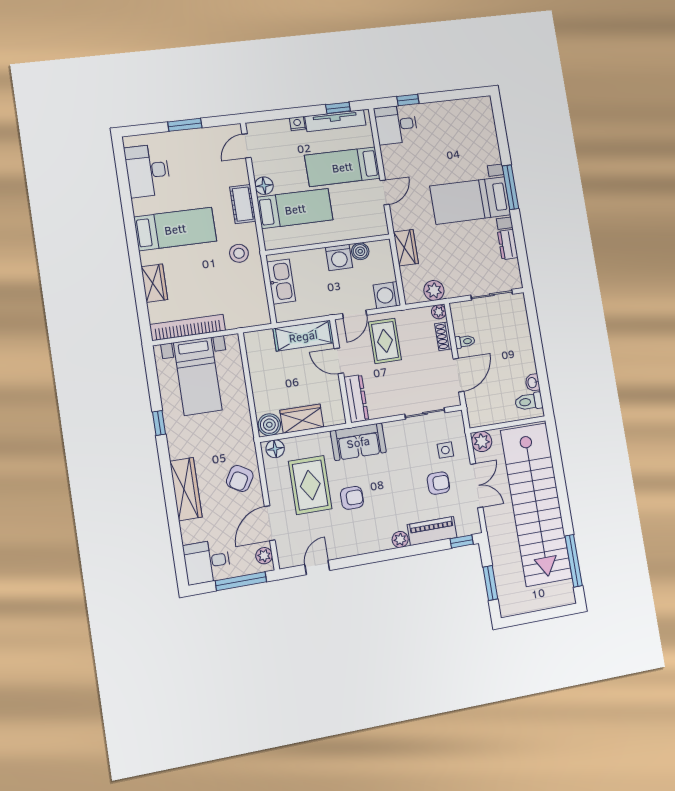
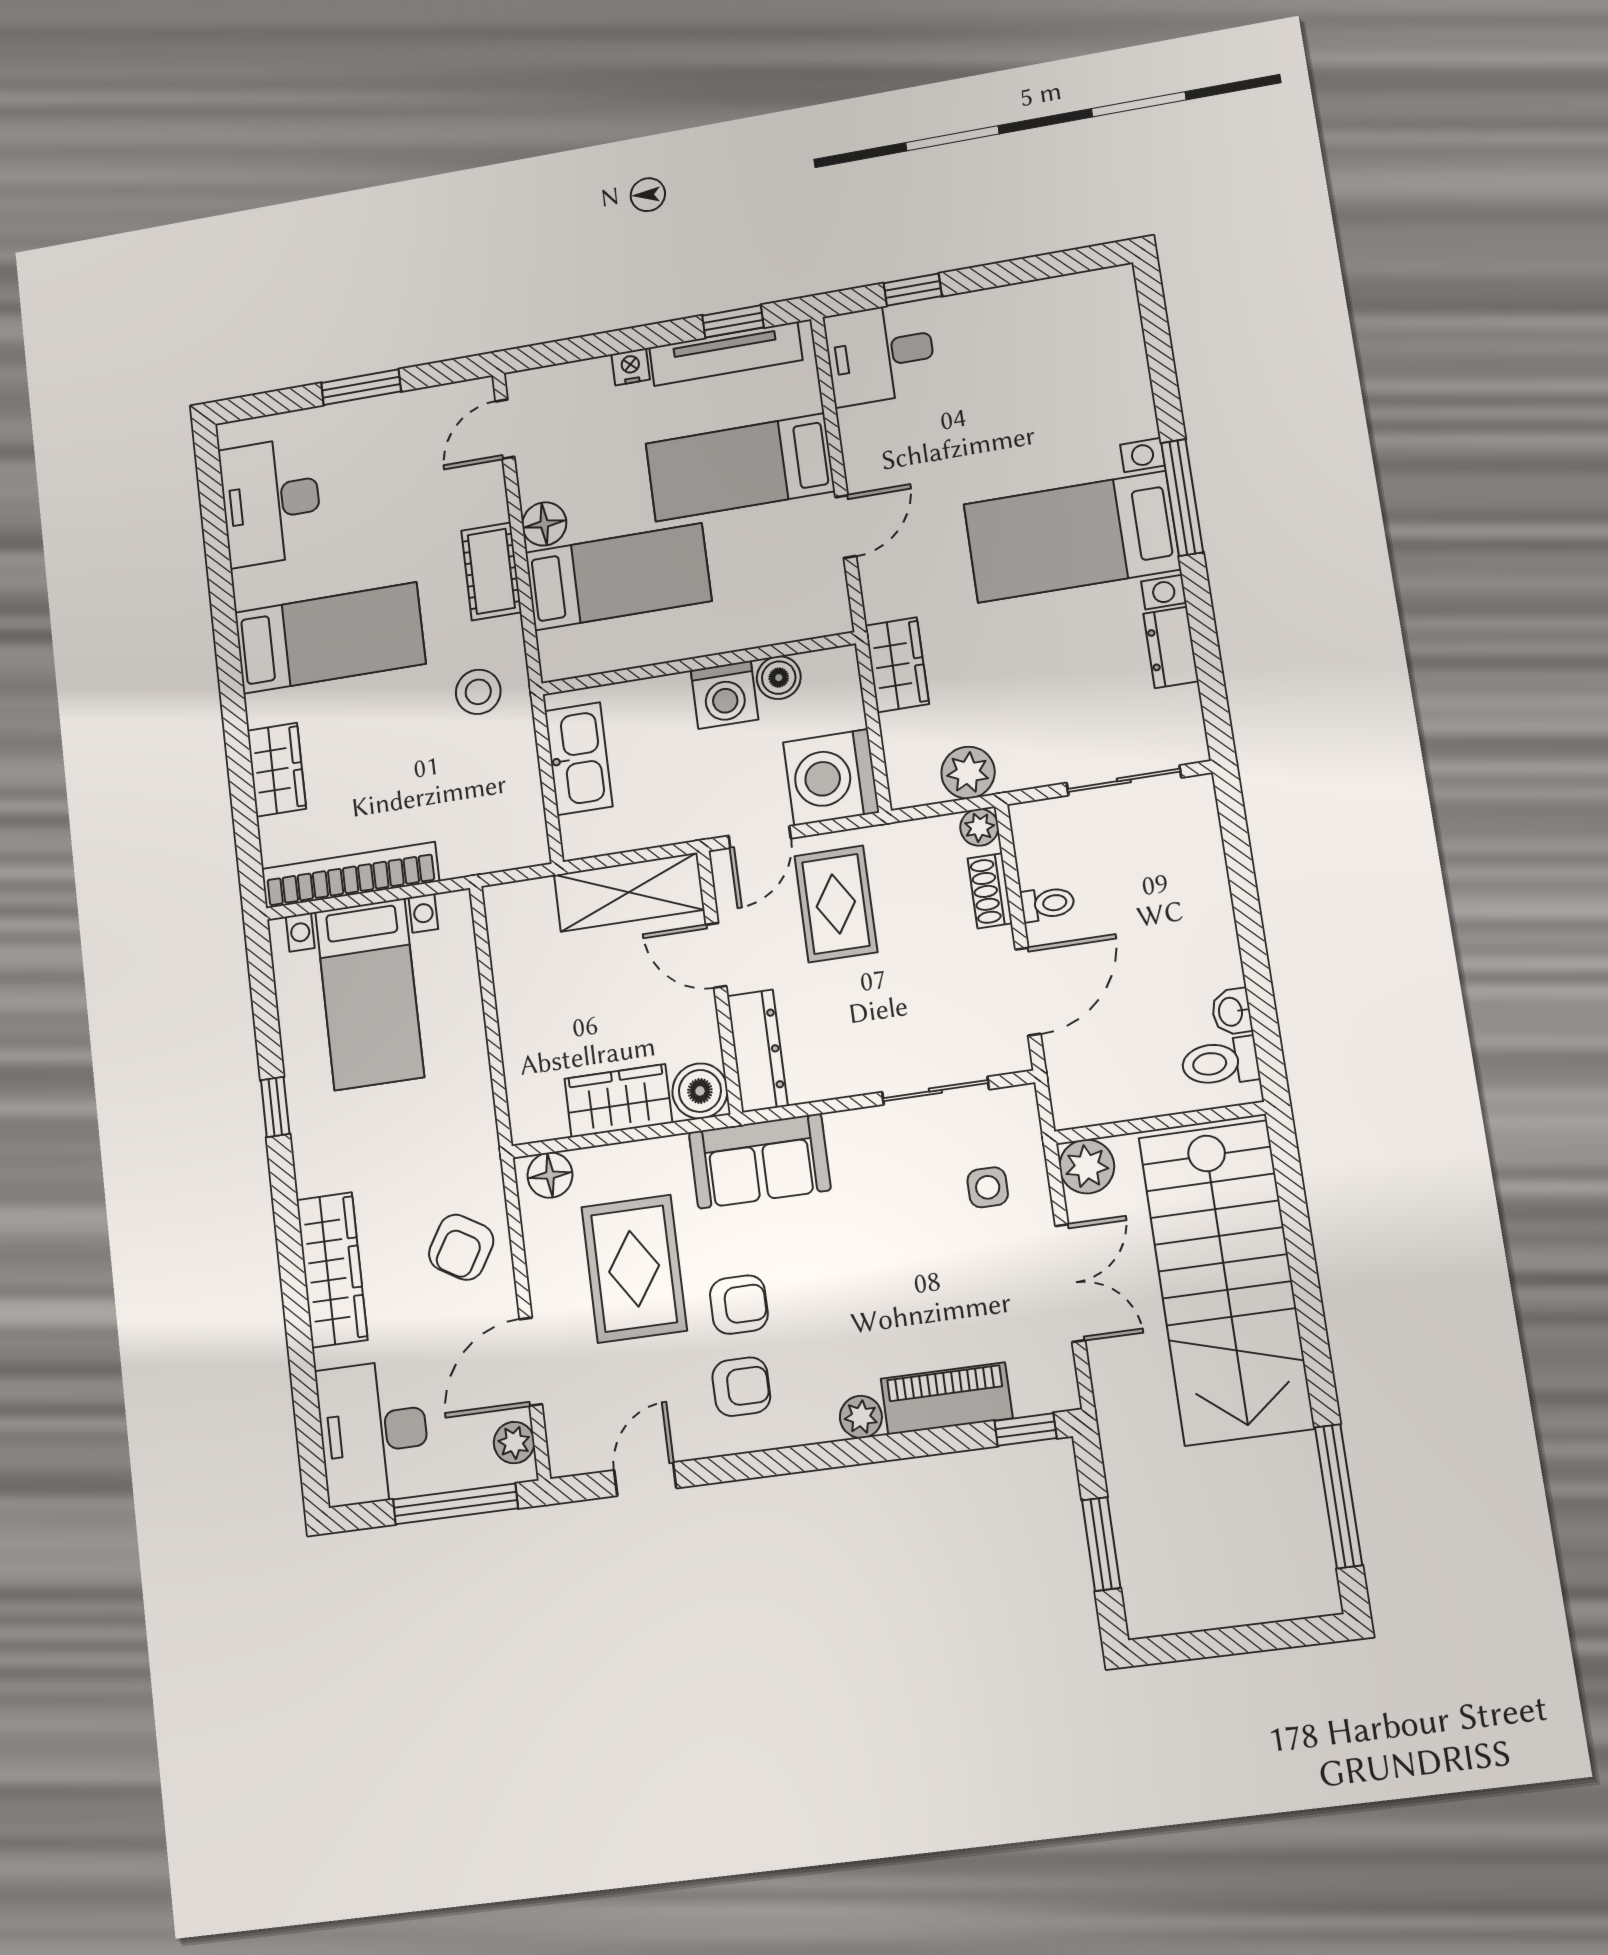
washing machine: (387, 295) -> (831, 777), width x1.37, depth x1.37
boiler: (269, 425) -> (700, 1091), moved
armchair: (438, 483) -> (741, 1387), moved
stairs: (536, 504) -> (1226, 1282), width x0.73
desk: (207, 562) -> (373, 1432), width x1.37

